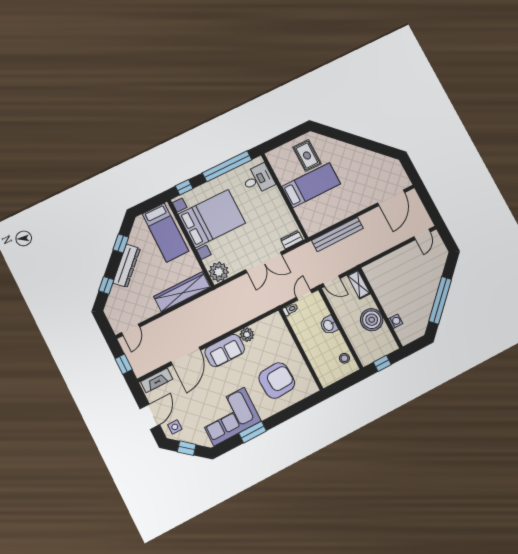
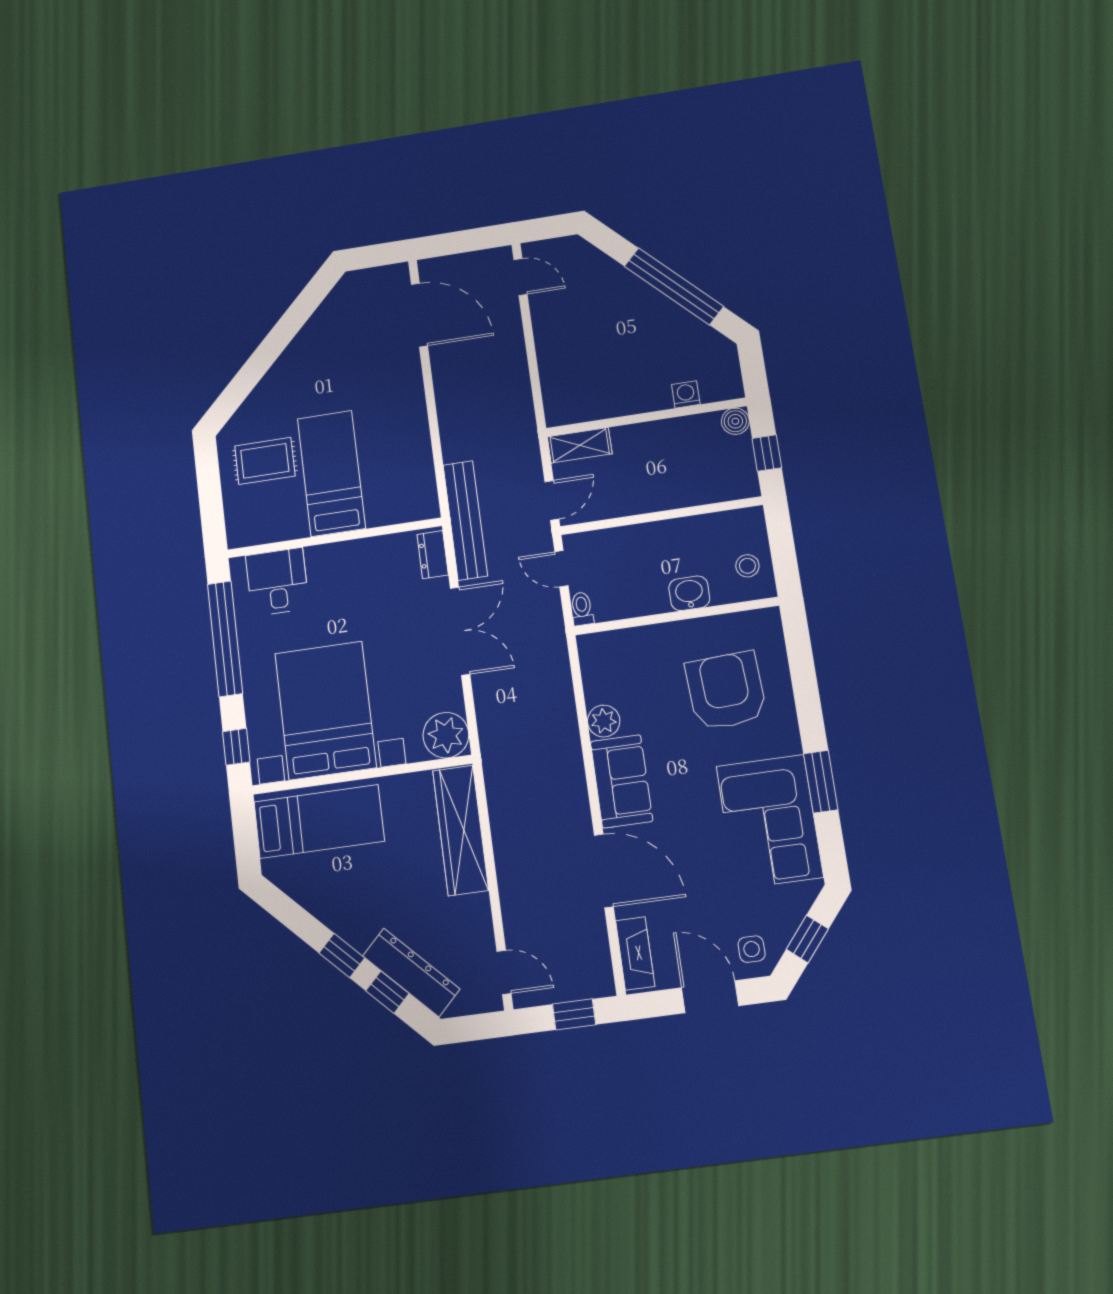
bench: (337, 234) -> (465, 520), moved
window: (121, 244) -> (342, 956), moved
dresser: (127, 266) -> (411, 972), moved
boiler: (372, 320) -> (735, 421), moved, width x0.54, depth x0.54
washbasin: (329, 325) -> (689, 593), moved, turned 180
stool: (344, 358) -> (747, 566), moved

